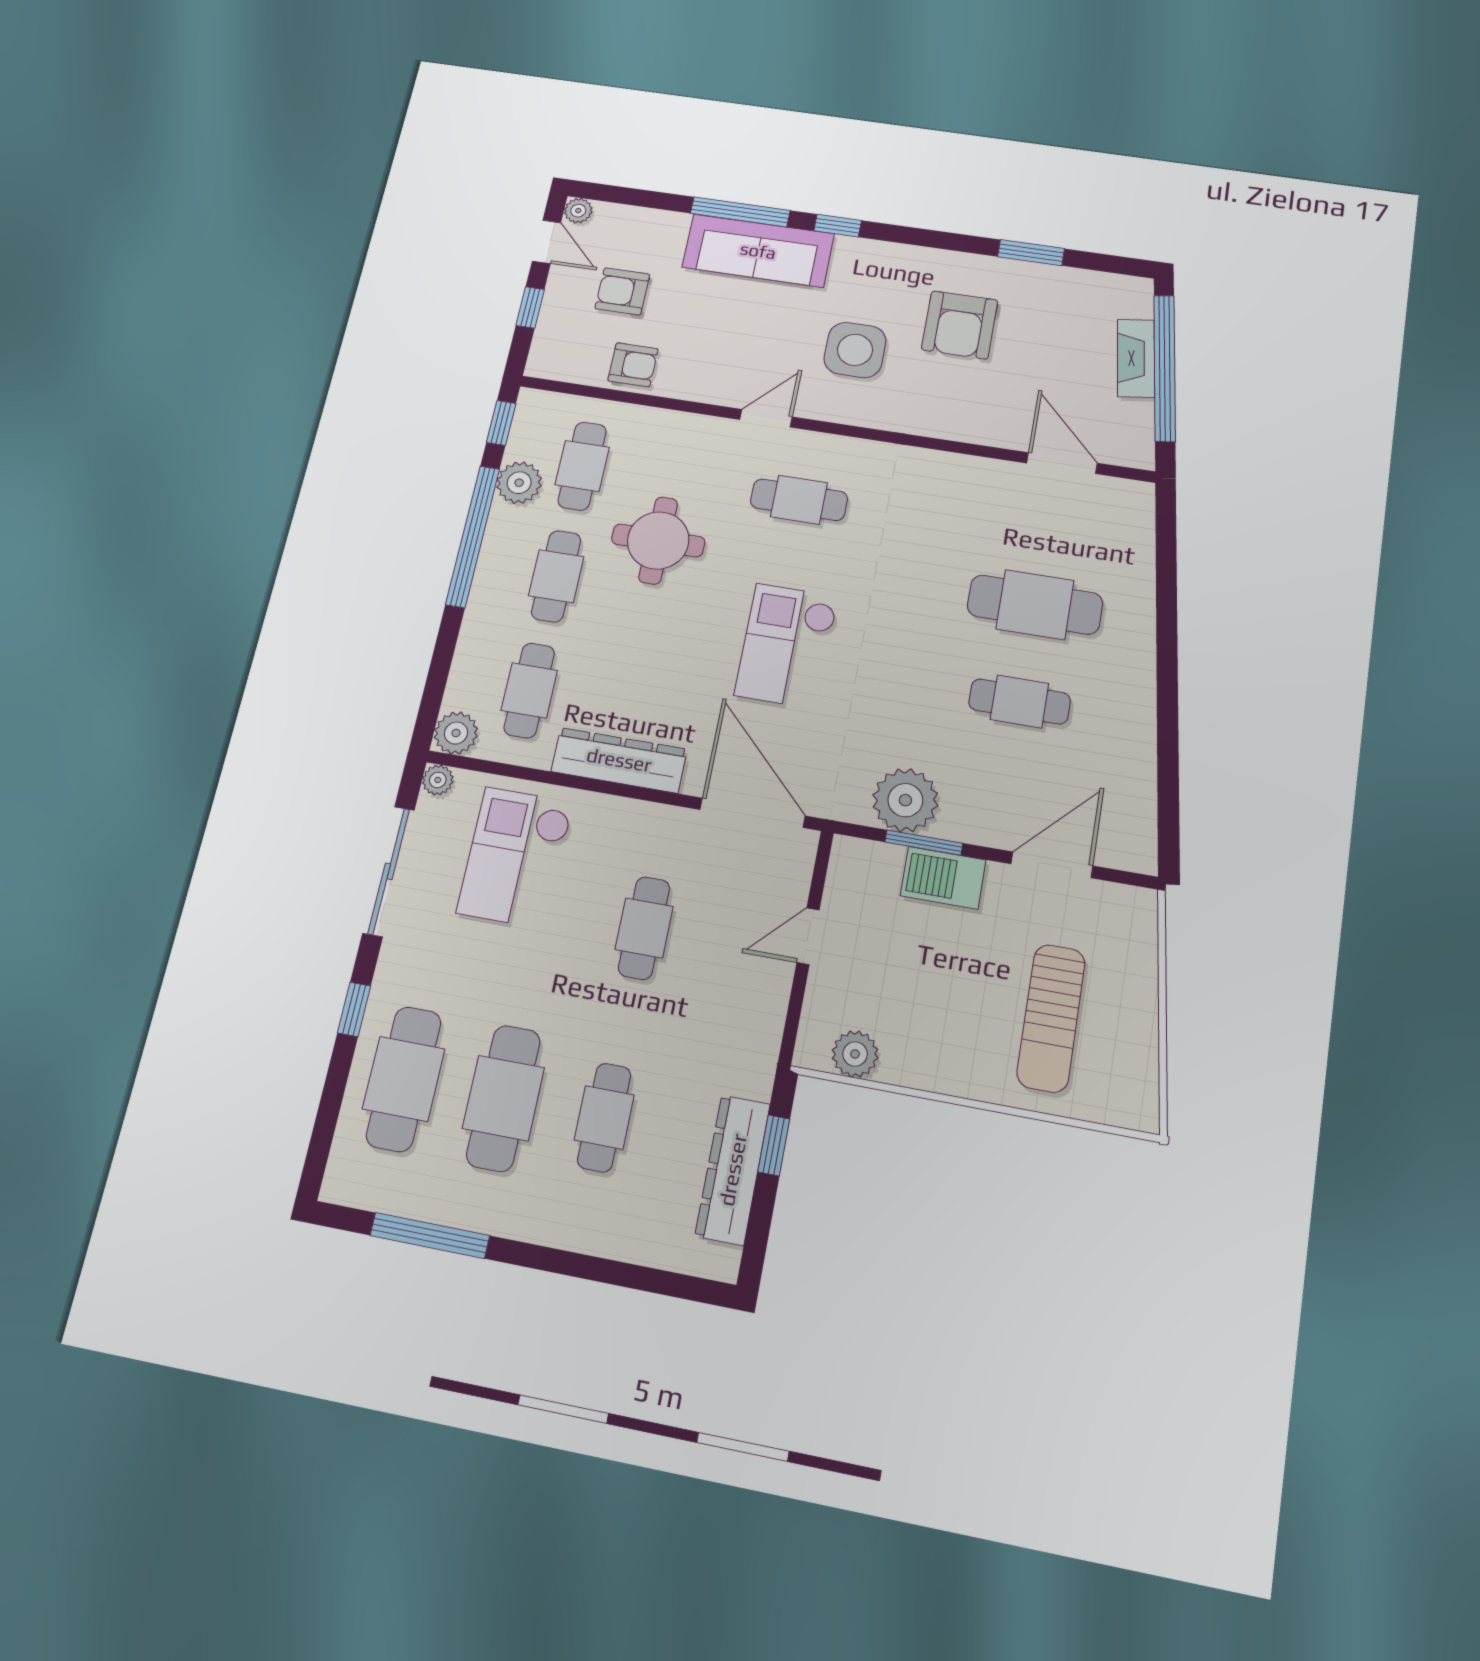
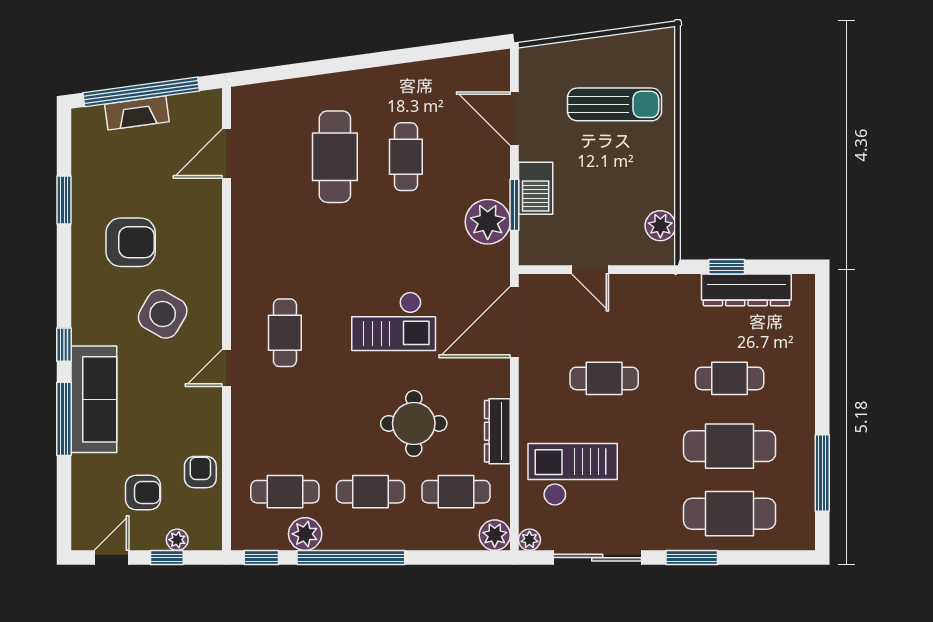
plant: (578, 211) -> (177, 540), moved
armchair: (622, 291) -> (143, 492), turned -90
side table: (855, 350) -> (163, 314), turned 30
door: (766, 418) -> (227, 368), hinge flipped
round table: (658, 540) -> (414, 423), moved
dresser: (619, 760) -> (497, 431), width x0.73, depth x0.80
checkout: (515, 857) -> (573, 475), turned 180
window: (354, 1009) -> (692, 558), width x1.50

